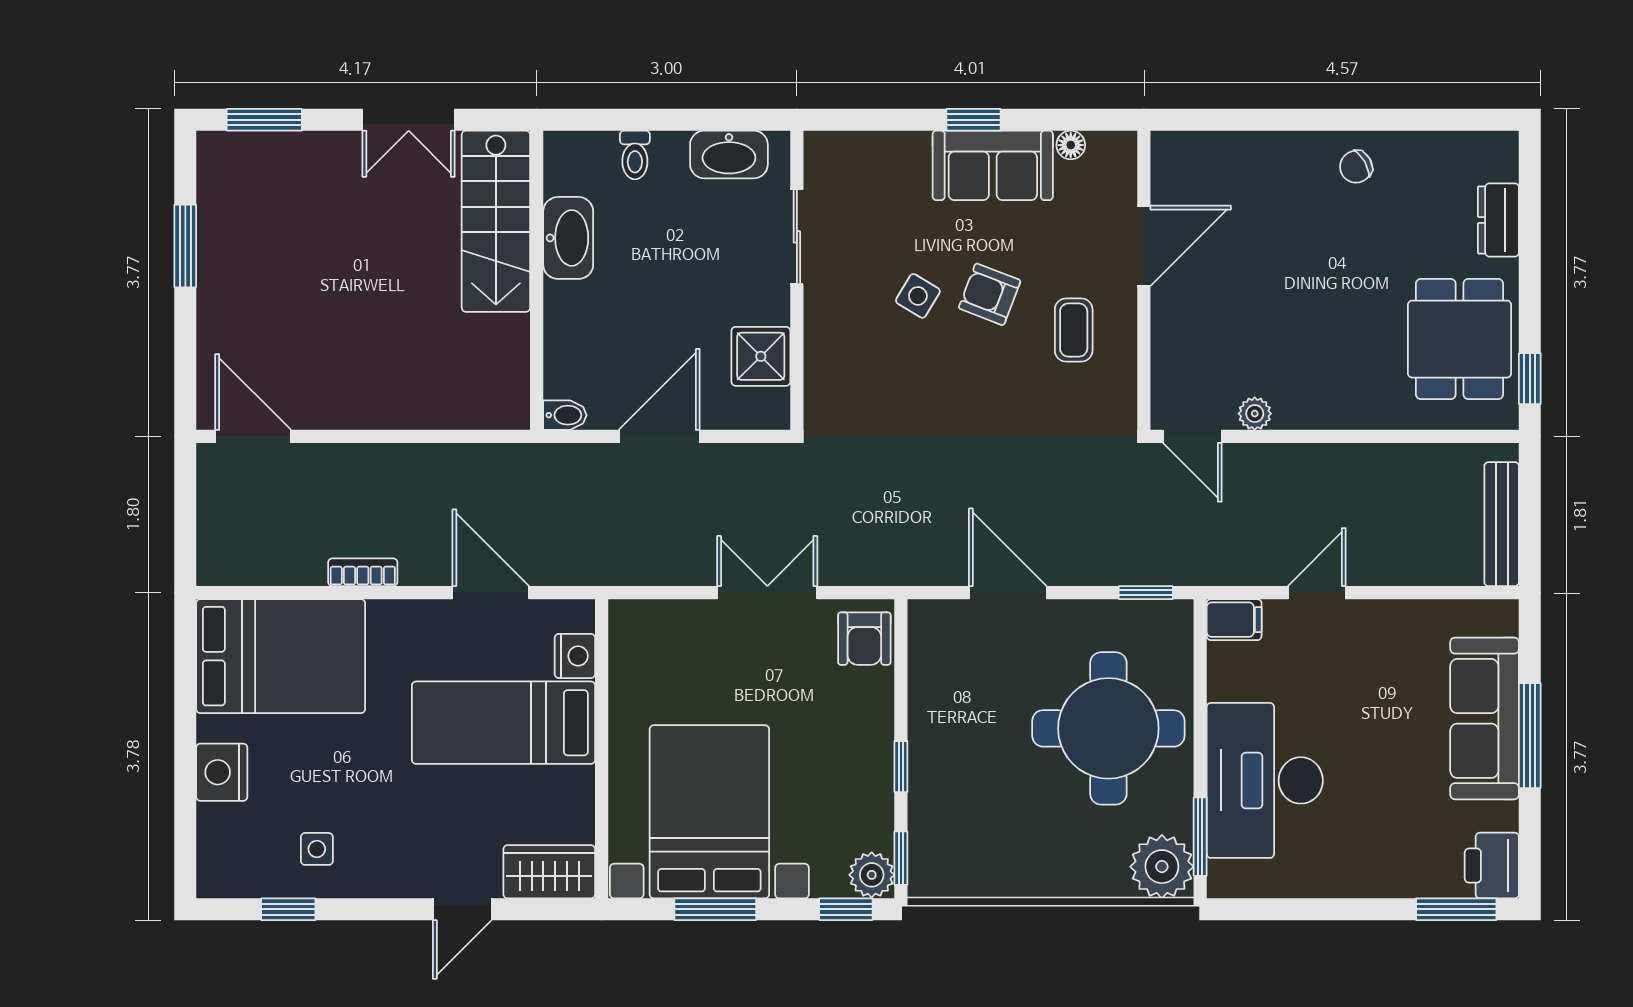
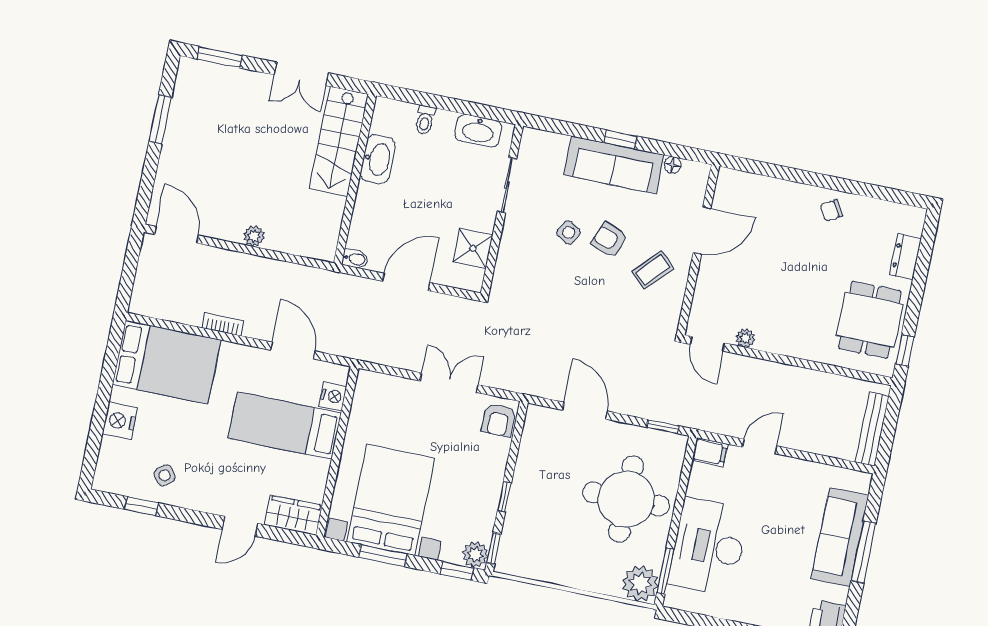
sofa: (993, 165) -> (614, 165), width x1.36
coffee table: (1074, 330) -> (653, 270), turned 43
plant: (385, 412) -> (254, 236), added
side table: (317, 849) -> (165, 475), turned -38

